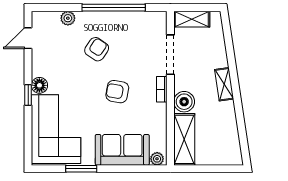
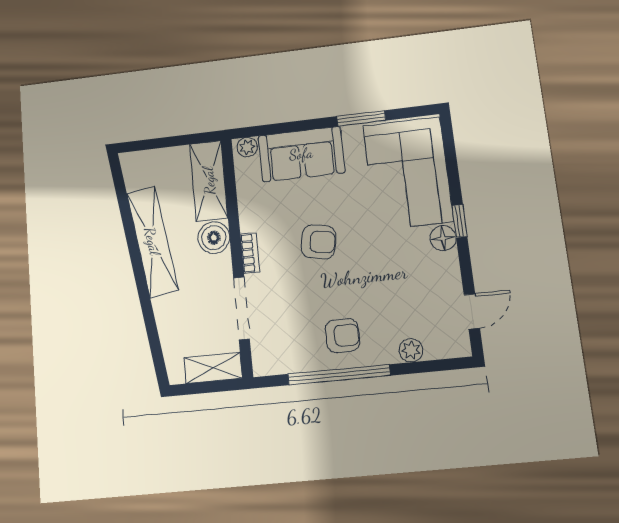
armchair: (97, 49) -> (342, 336), moved, turned -124
shelving: (224, 84) -> (152, 241), width x2.20, depth x1.33

